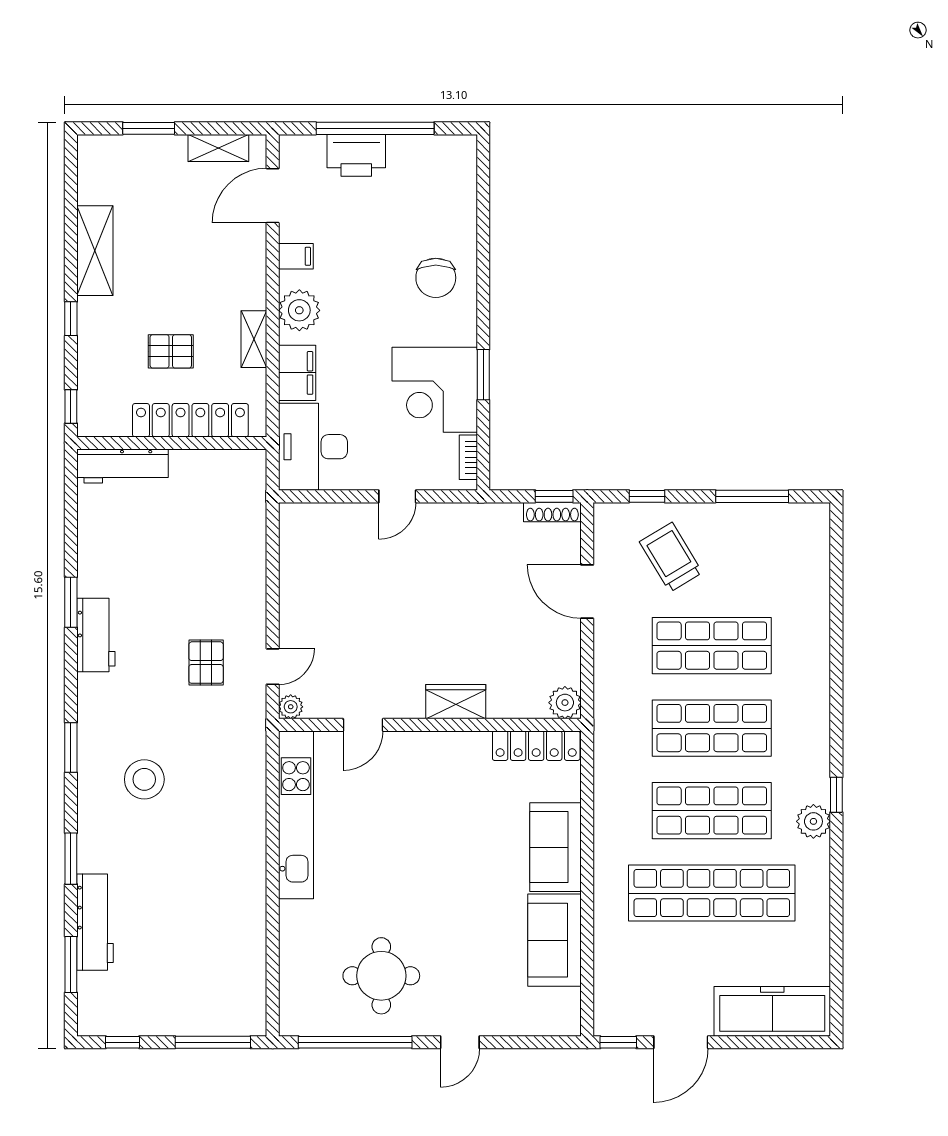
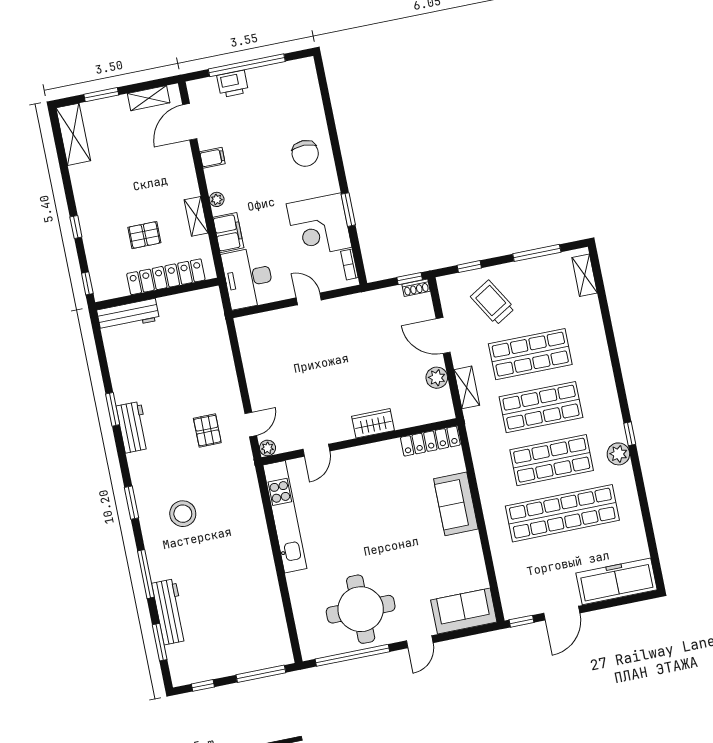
printer: (356, 155) -> (233, 84), width x0.73, depth x0.84
shelving: (95, 251) -> (73, 134), moved
plant: (299, 310) -> (217, 199), width x0.53, depth x0.53
door: (397, 496) -> (309, 299), swing flipped
shoe rack: (552, 512) -> (416, 288), width x0.70
shelving: (817, 544) -> (585, 275), added
shelving: (607, 676) -> (467, 387), added
plant: (565, 703) -> (437, 378), moved
window: (71, 859) -> (146, 574), width x1.44
sofa: (554, 940) -> (464, 611), moved, turned 90
round table: (381, 976) -> (361, 609), width x1.36, depth x1.36

